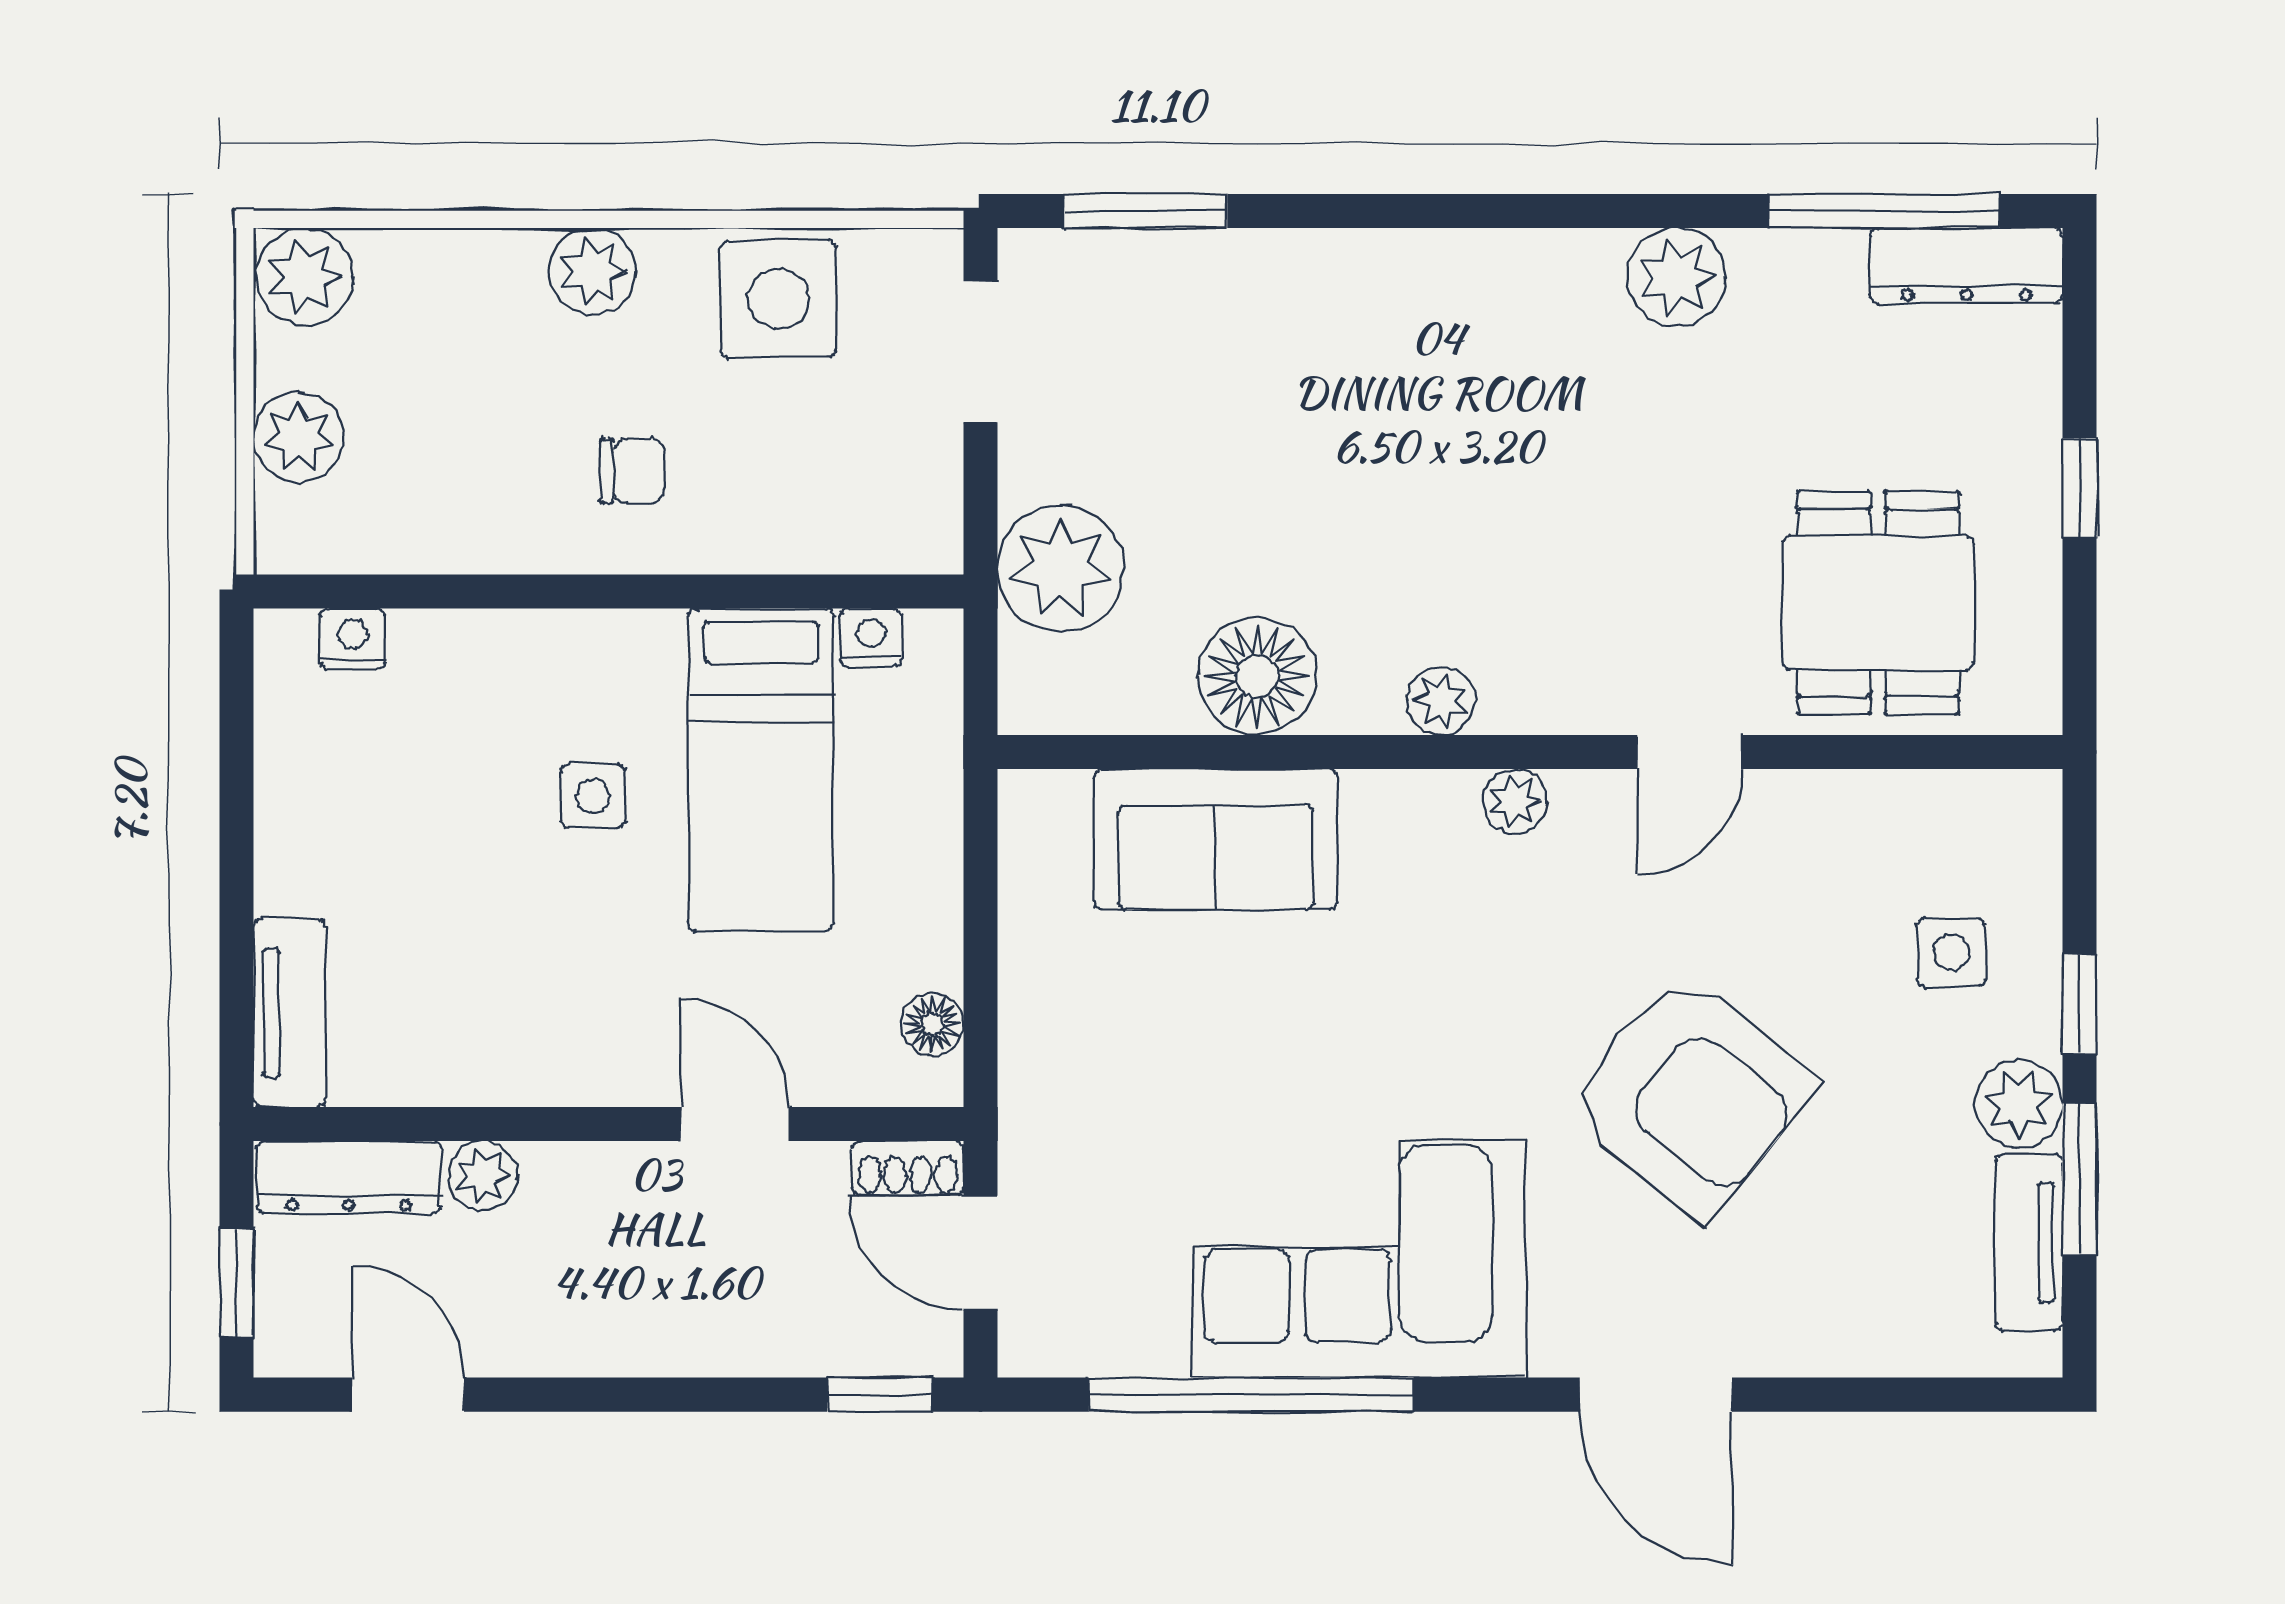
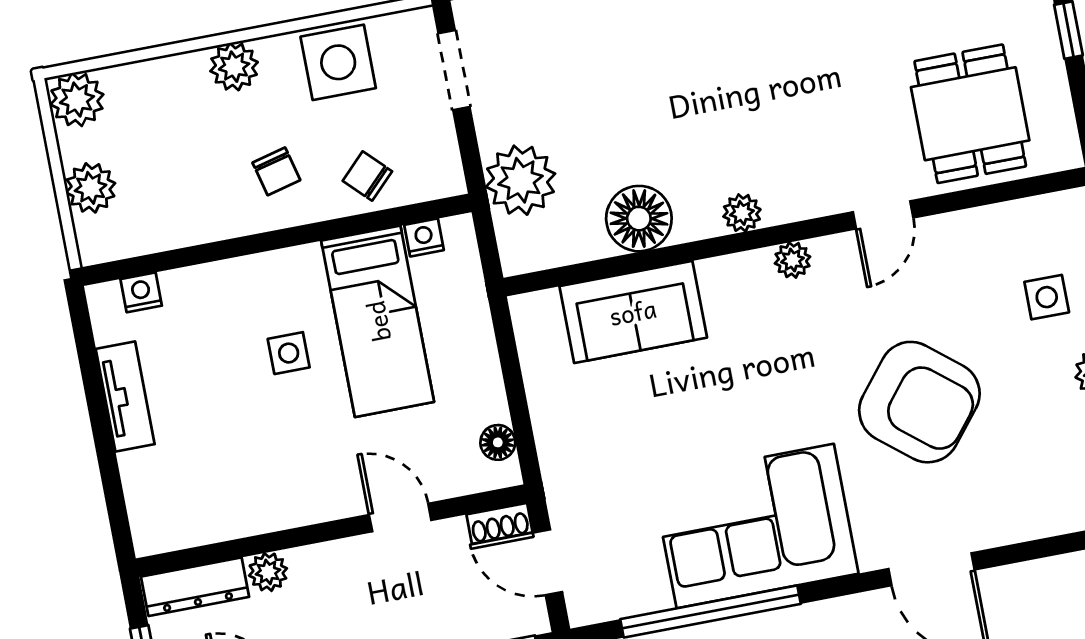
chair: (632, 471) -> (276, 171), turned 76
chair: (792, 510) -> (367, 176), added
tv unit: (289, 1013) -> (125, 397), moved

